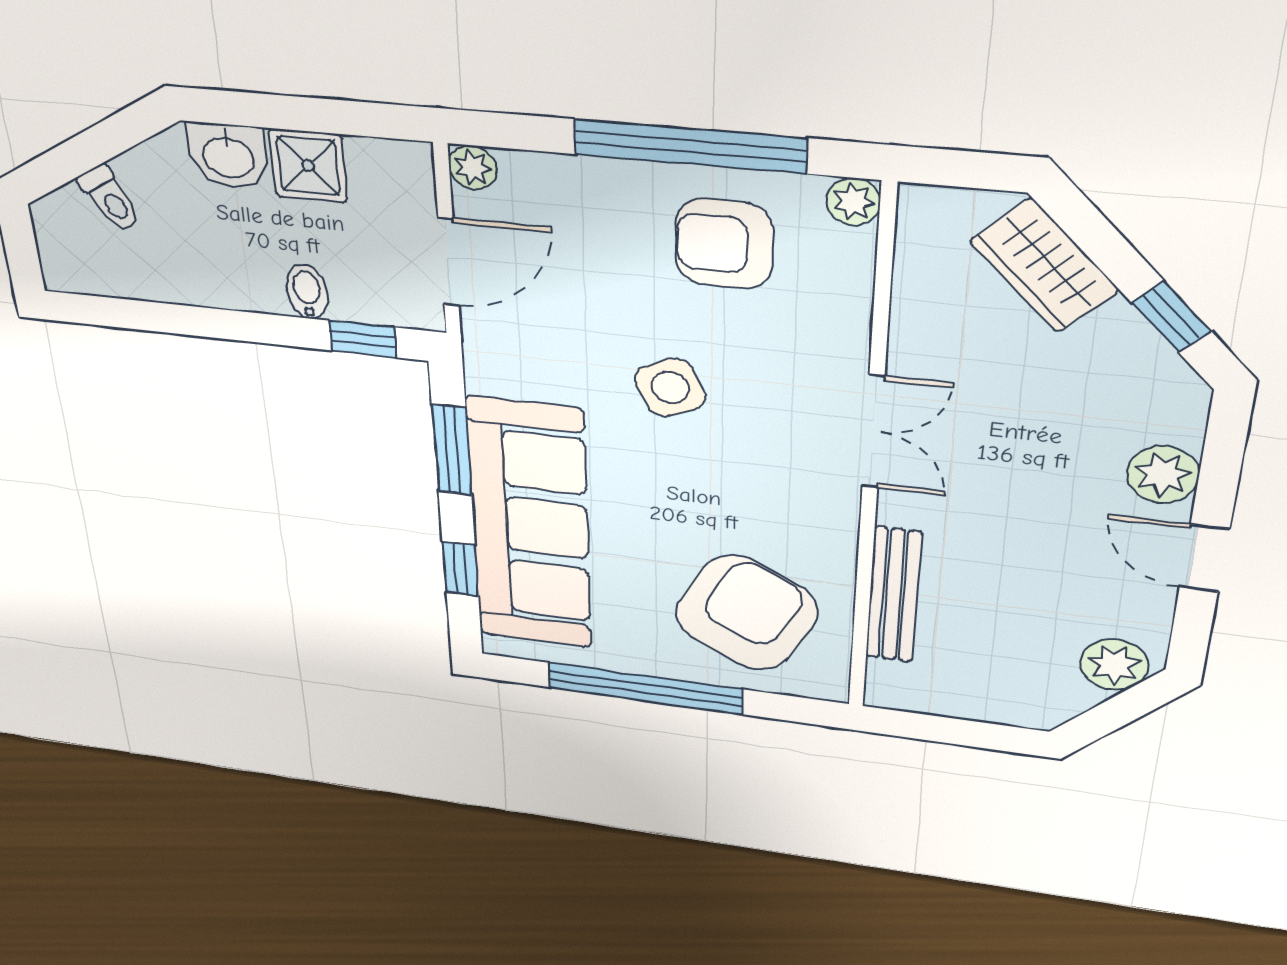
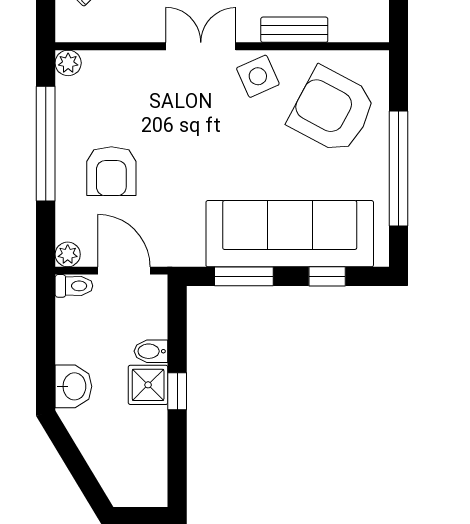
shower: (308, 166) -> (148, 385), moved
toilet: (110, 199) -> (74, 286), moved, turned 31
armchair: (724, 244) -> (111, 171), moved
window: (363, 339) -> (177, 391), moved
side table: (670, 388) -> (258, 76), moved
bench: (893, 595) -> (294, 30), width x0.73

